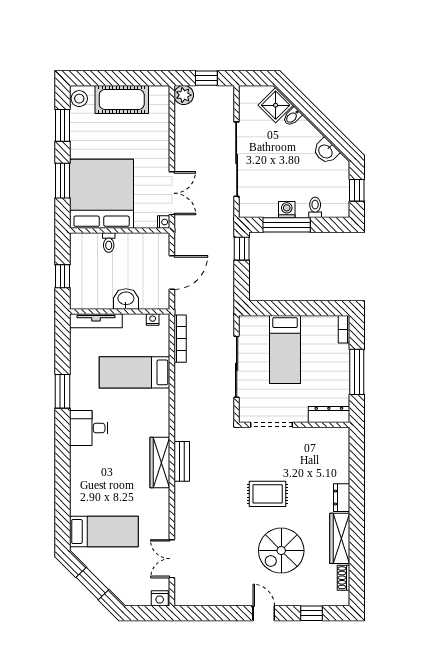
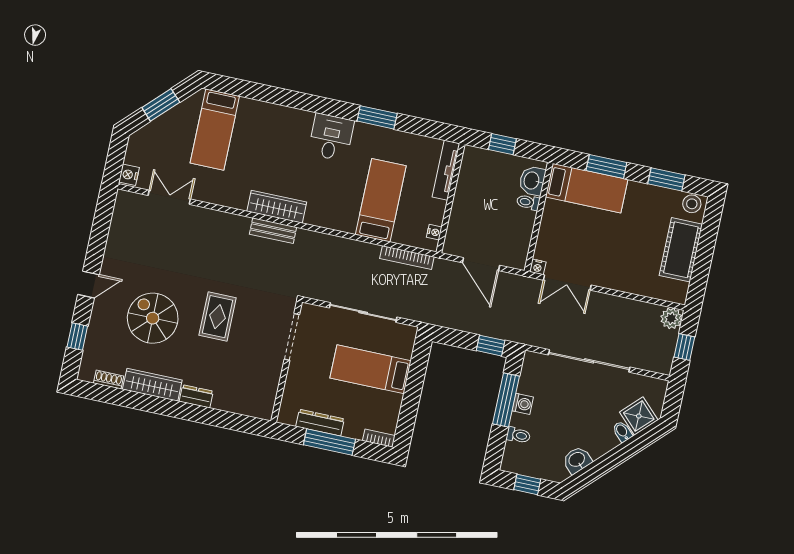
bed: (102, 194) -> (587, 188), width x0.49
washbasin: (126, 299) -> (532, 181), moved, turned 180
dresser: (329, 415) -> (320, 423), moved, turned -90

